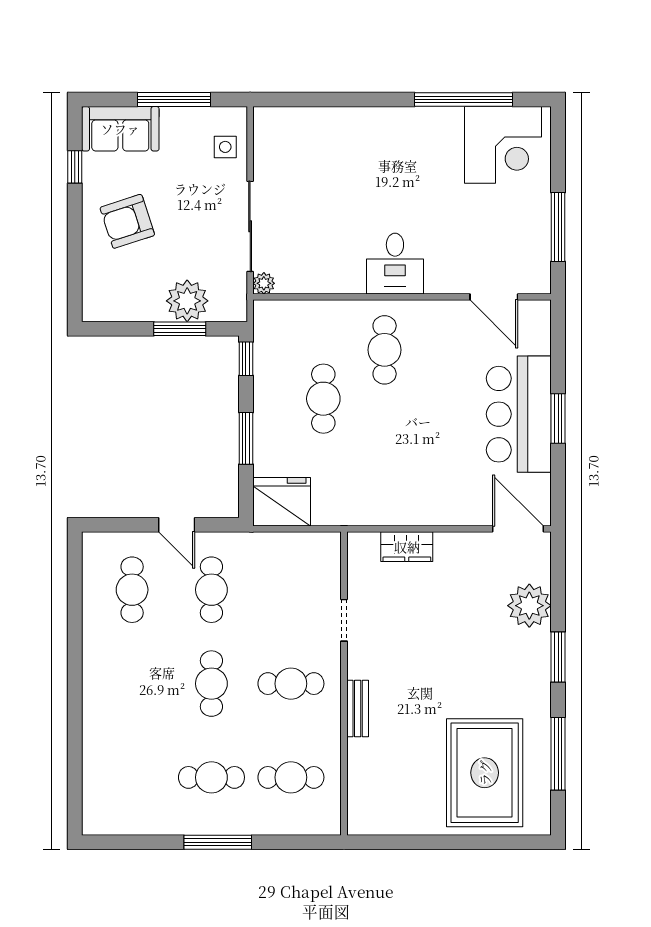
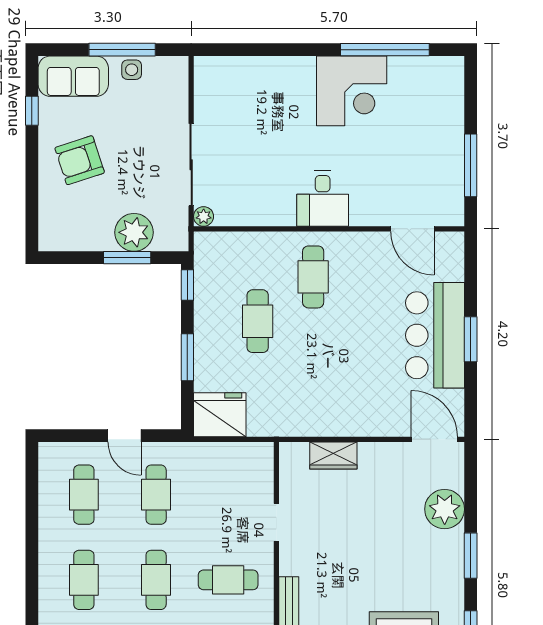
corner desk: (503, 145) -> (352, 91), moved
side table: (225, 147) -> (132, 70), moved
cafe table: (132, 684) -> (84, 580), added

